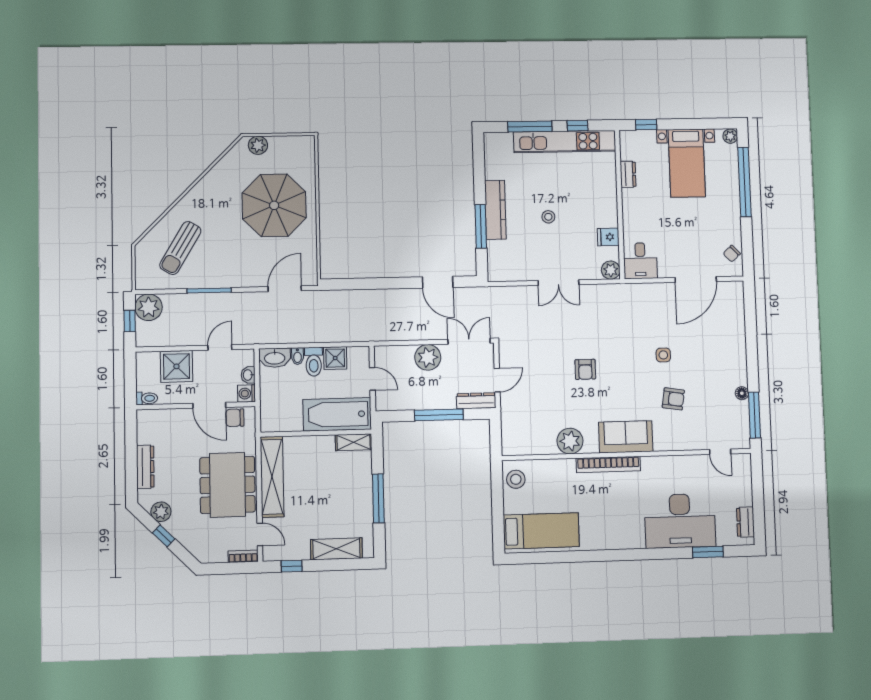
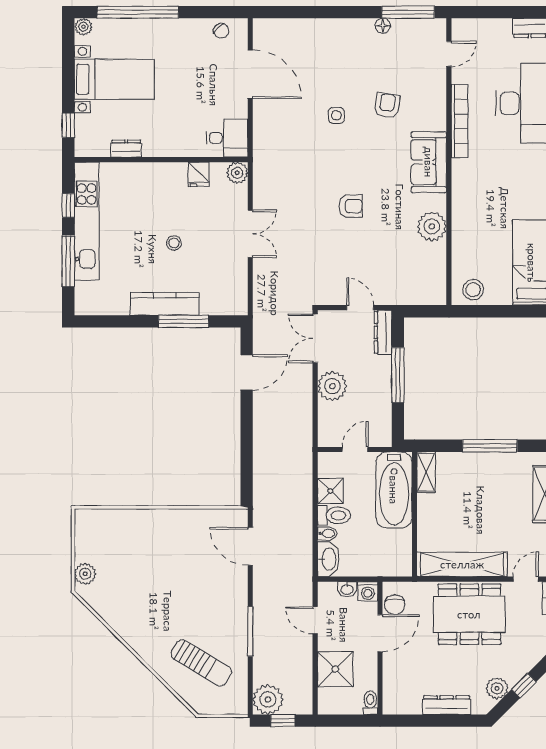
parasol: (274, 205) -> (155, 557), removed
bookcase: (608, 465) -> (460, 121), moved

